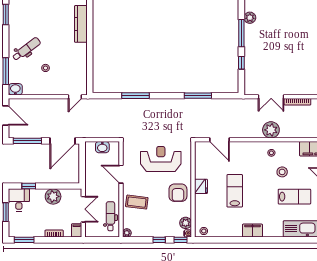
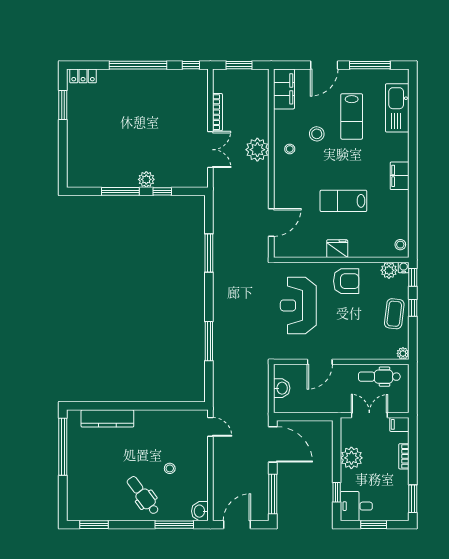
plant: (250, 18) -> (146, 179), moved
lab bench: (294, 197) -> (352, 116), turned 180
coffee table: (137, 202) -> (394, 314), moved

